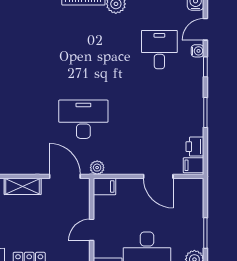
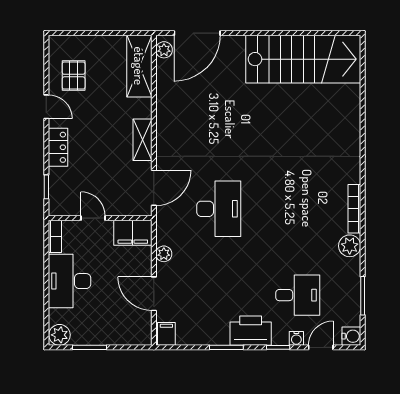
door: (205, 29) -> (321, 347), hinge flipped
printer: (195, 147) -> (251, 331), moved, width x1.87, depth x1.48
plant: (97, 168) -> (164, 254), moved
door: (158, 176) -> (154, 294), hinge flipped
filing cabinet: (104, 186) -> (133, 233), width x2.00

